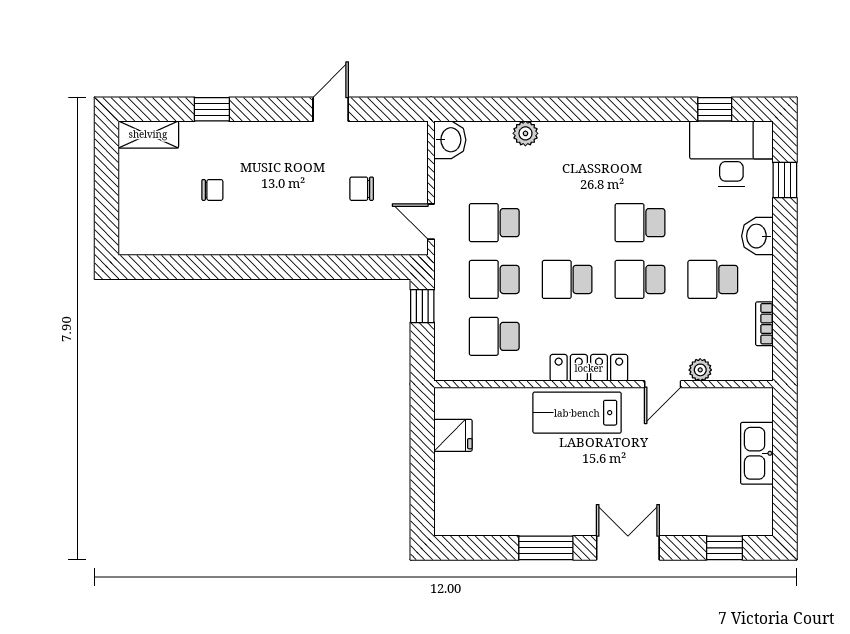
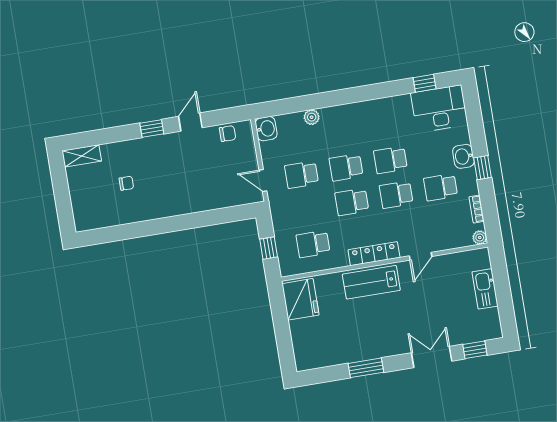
window: (212, 109) -> (152, 128), moved
window: (785, 180) -> (483, 168), moved
chair: (362, 189) -> (228, 134), moved, turned 180
school desk: (494, 279) -> (346, 167), moved
window: (422, 306) -> (269, 248), moved
plant: (700, 370) -> (480, 238), moved
fridge: (453, 435) -> (300, 299), width x1.88, depth x1.34
double door: (628, 548) -> (432, 357), moved

